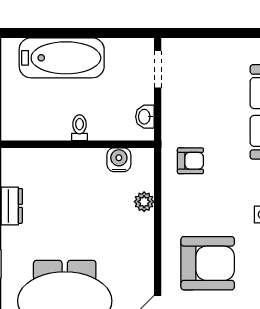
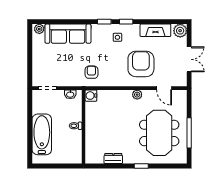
water cooler: (119, 160) -> (91, 96), moved
plant: (144, 202) -> (137, 95), moved

